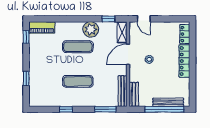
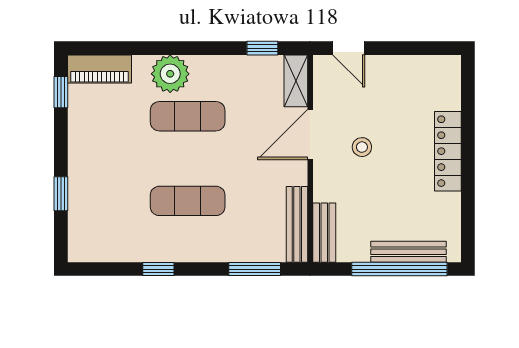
plant: (91, 29) -> (170, 74), moved
locker: (185, 34) -> (449, 85), removed

